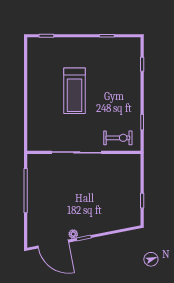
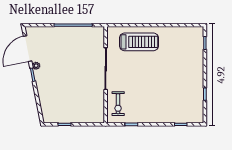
treadmill: (75, 91) -> (139, 42), moved, turned 180

